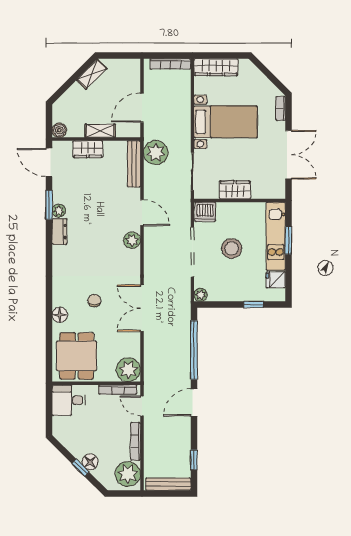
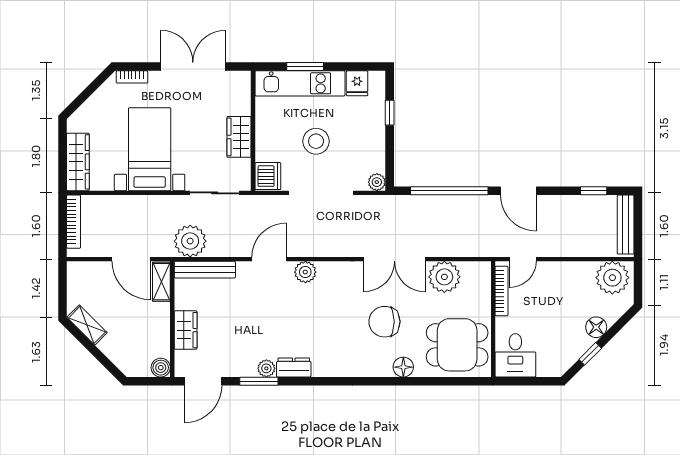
shelving: (100, 131) -> (161, 282), moved
chair: (94, 301) -> (384, 322), width x1.87, depth x1.87
plant: (128, 370) -> (444, 277), moved
bookcase: (136, 441) -> (569, 268), removed
window: (81, 468) -> (590, 354), moved

